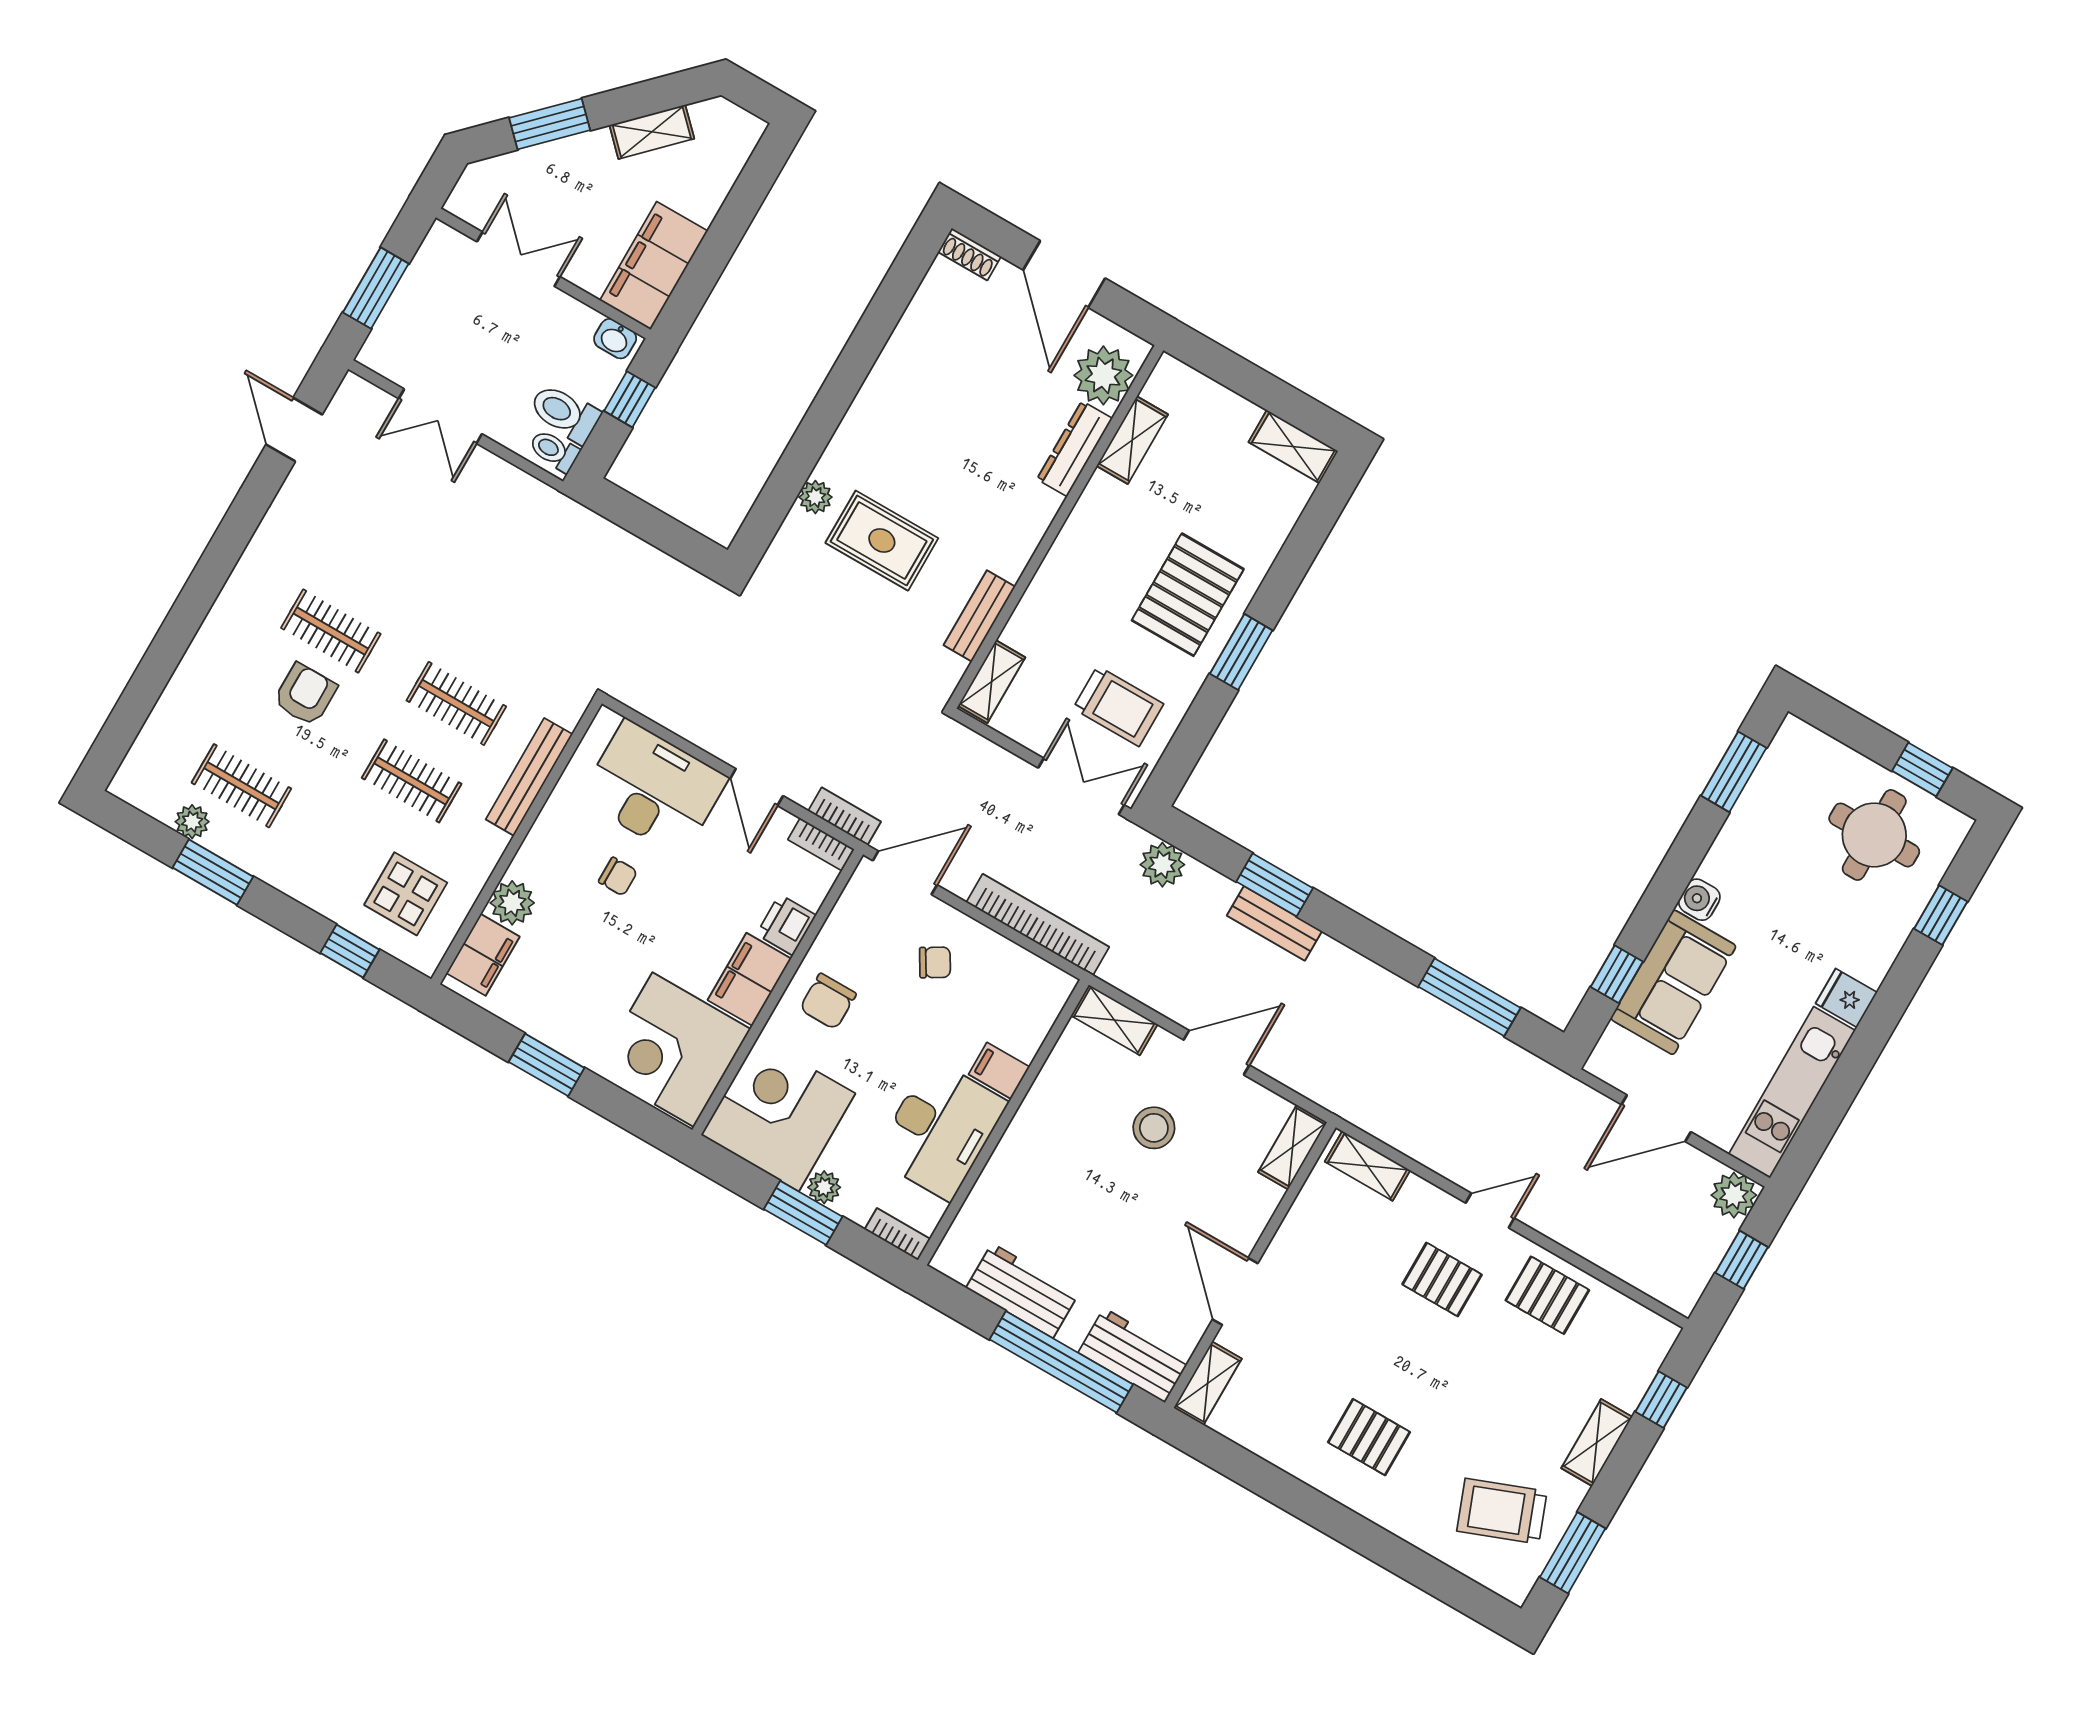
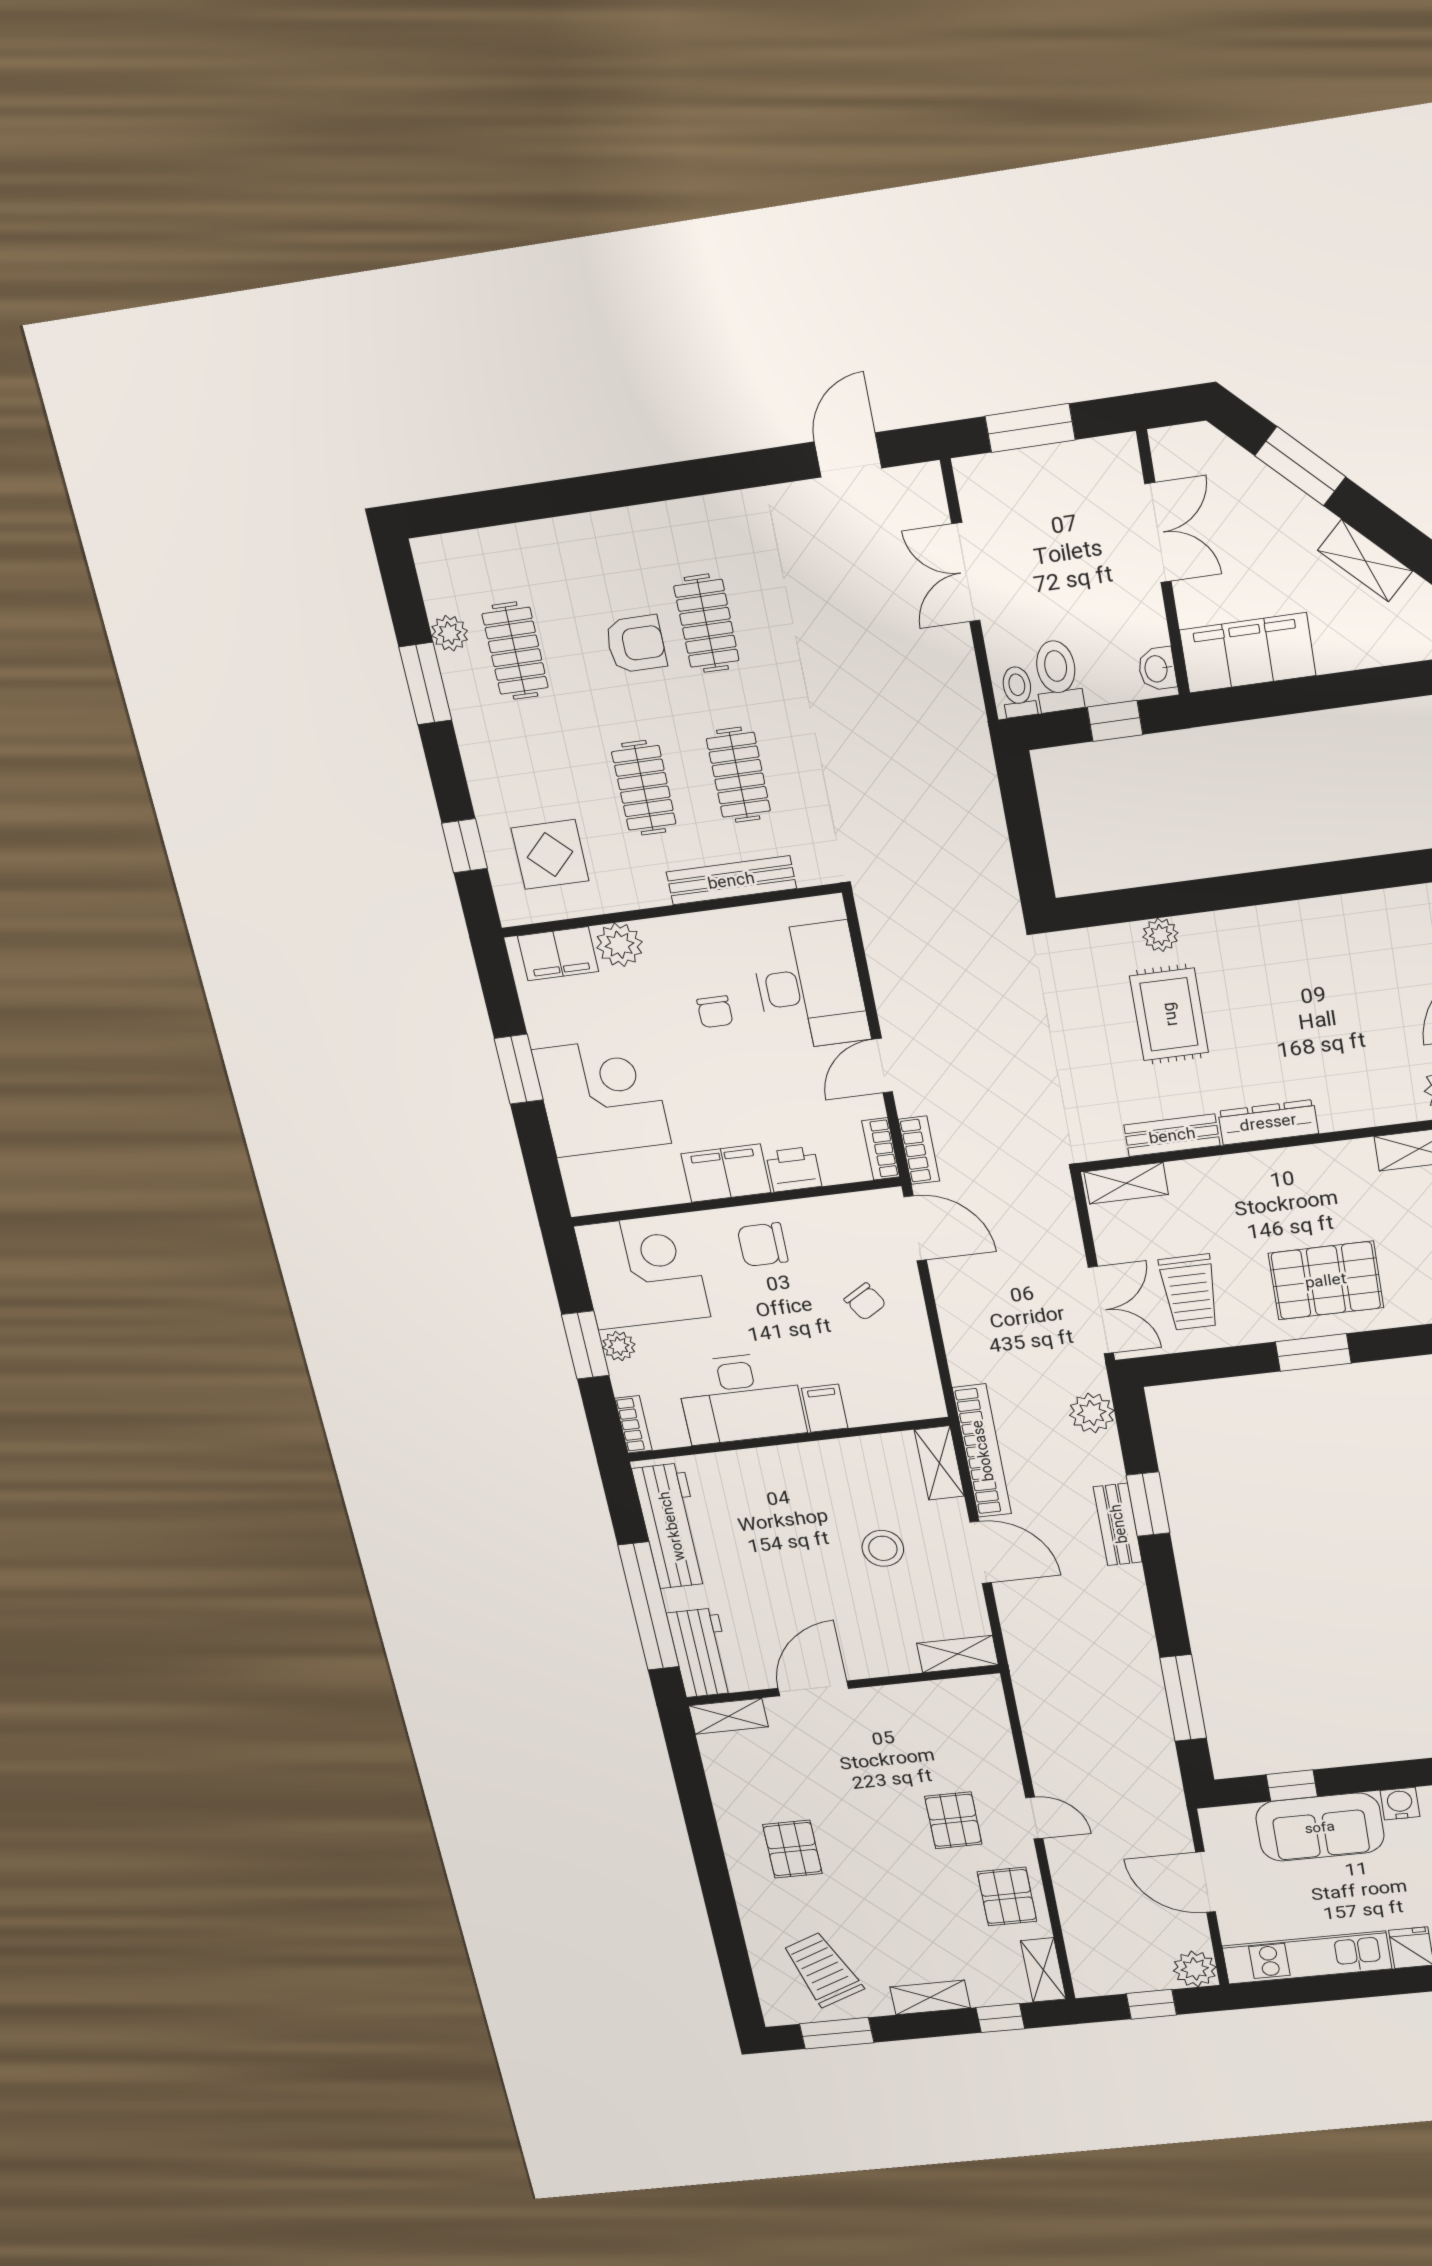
dresser: (1075, 449) -> (1268, 1122), moved
bookcase: (1038, 925) -> (982, 1451), moved
corner desk: (673, 1050) -> (602, 1097), moved, turned 90
shelving: (1368, 1166) -> (1043, 1970), moved
workbench: (1022, 1291) -> (671, 1526), width x1.38

